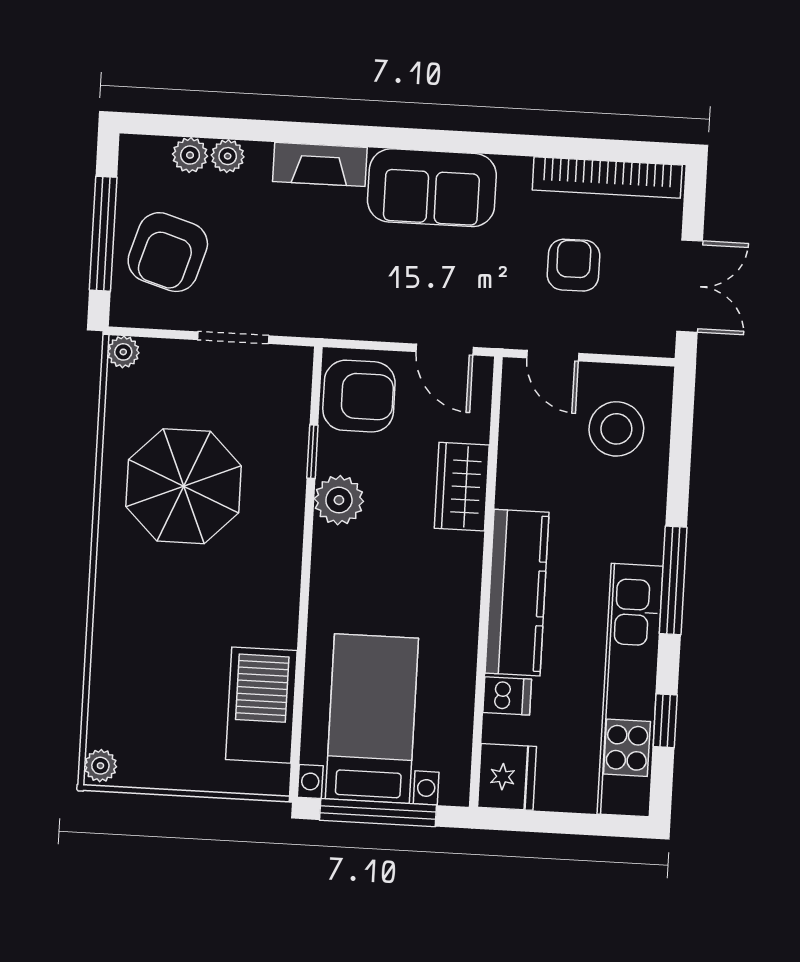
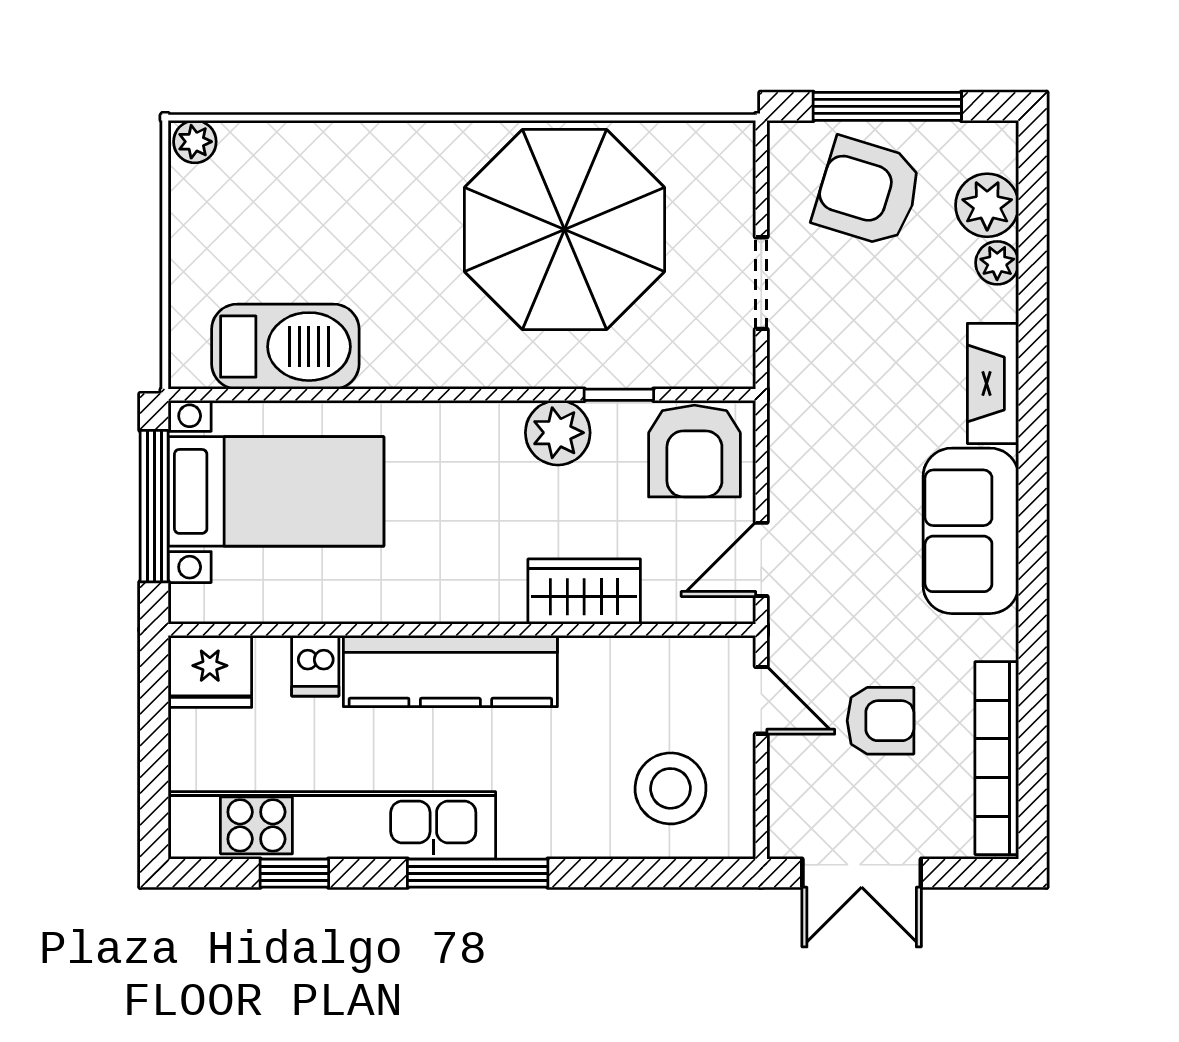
plant: (190, 155) -> (987, 205), width x1.38, depth x1.38
plant: (123, 352) -> (735, 141), removed
door: (553, 356) -> (761, 700), swing flipped
parasol: (184, 486) -> (565, 230), width x1.36, depth x1.36

